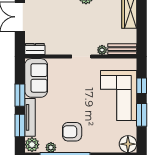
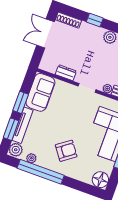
dresser: (35, 49) -> (66, 73), moved
armchair: (72, 132) -> (66, 151), moved, turned 144

